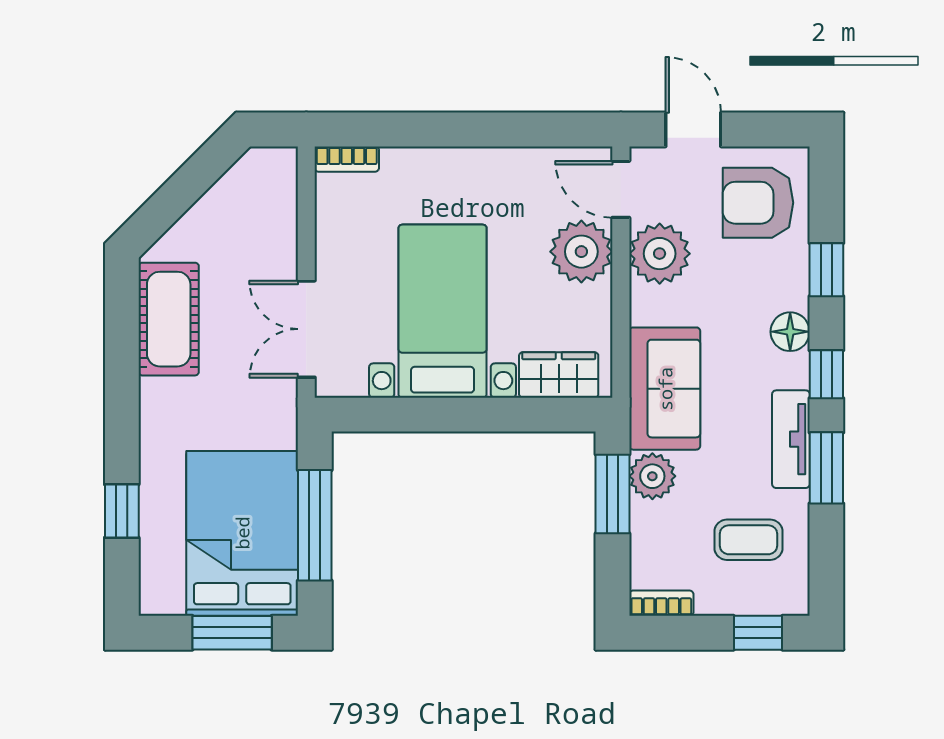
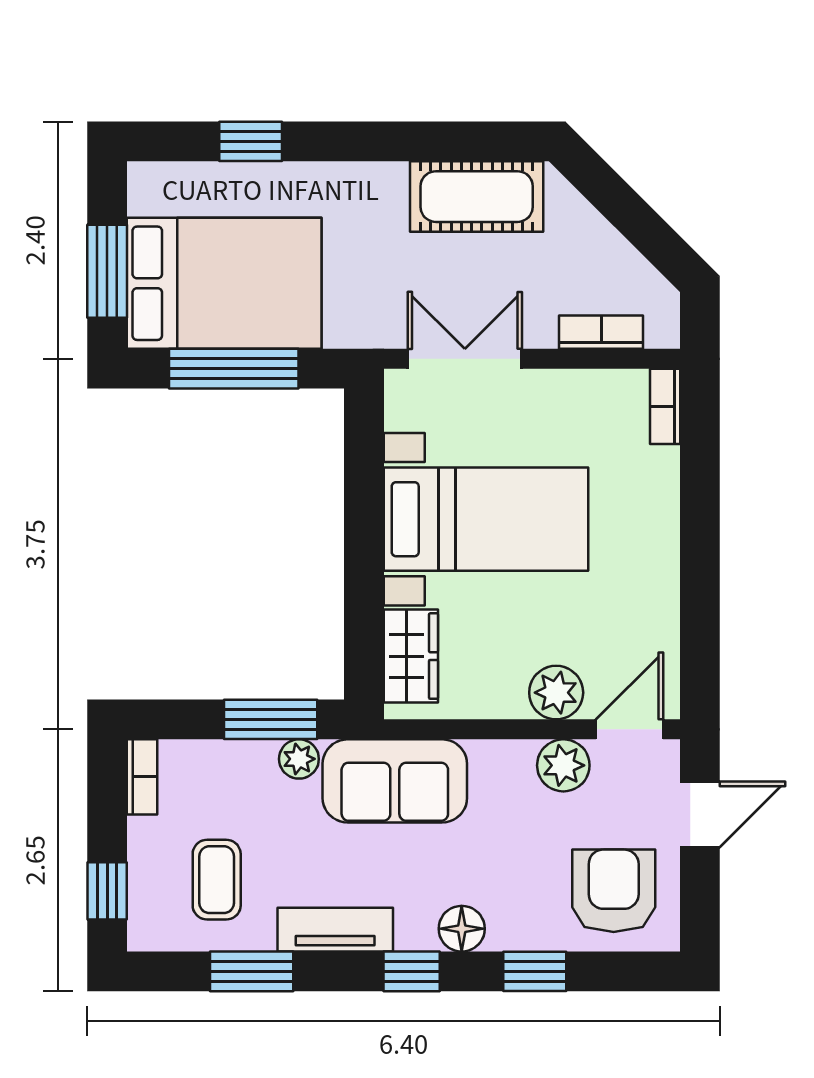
bookcase: (284, 213) -> (601, 332), added
plant: (581, 252) -> (556, 693), width x0.73, depth x0.73
plant: (660, 254) -> (563, 765), width x0.73, depth x0.73
window: (826, 468) -> (252, 971), moved
plant: (652, 476) -> (299, 759), width x0.73, depth x0.73

